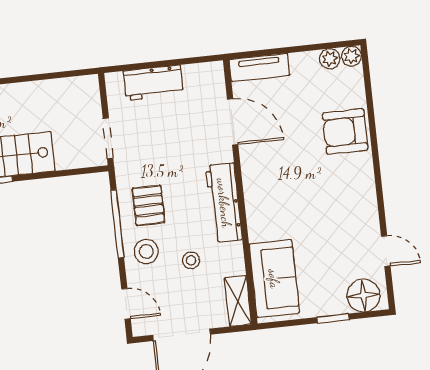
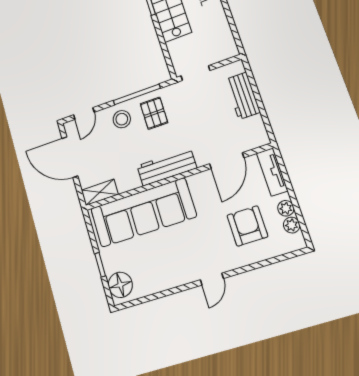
plant: (352, 56) -> (286, 208), moved
armchair: (345, 132) -> (247, 226), moved
pallet: (149, 205) -> (154, 113), turned 90
door: (386, 251) -> (212, 279), moved
stool: (191, 260) -> (122, 152), removed
sofa: (274, 279) -> (143, 213), width x1.85, depth x1.27

